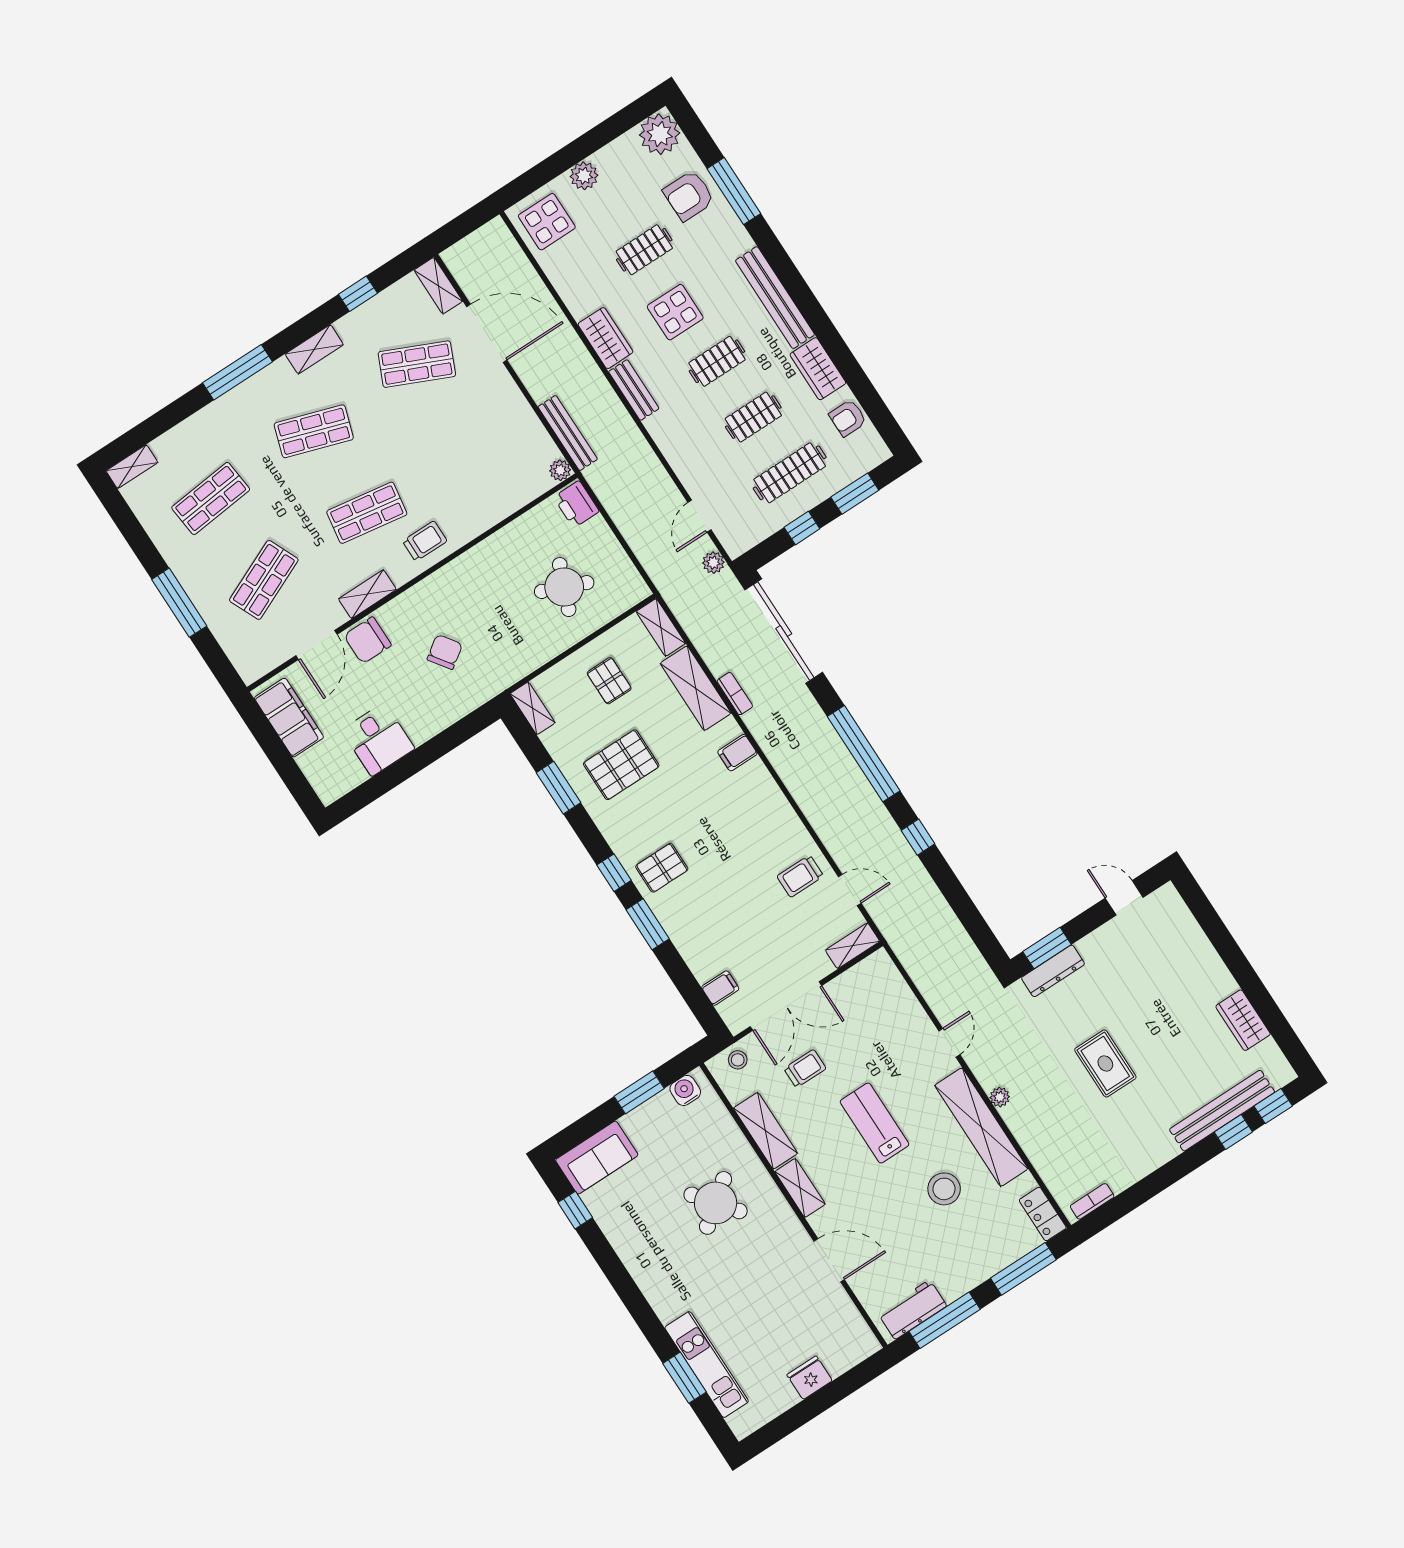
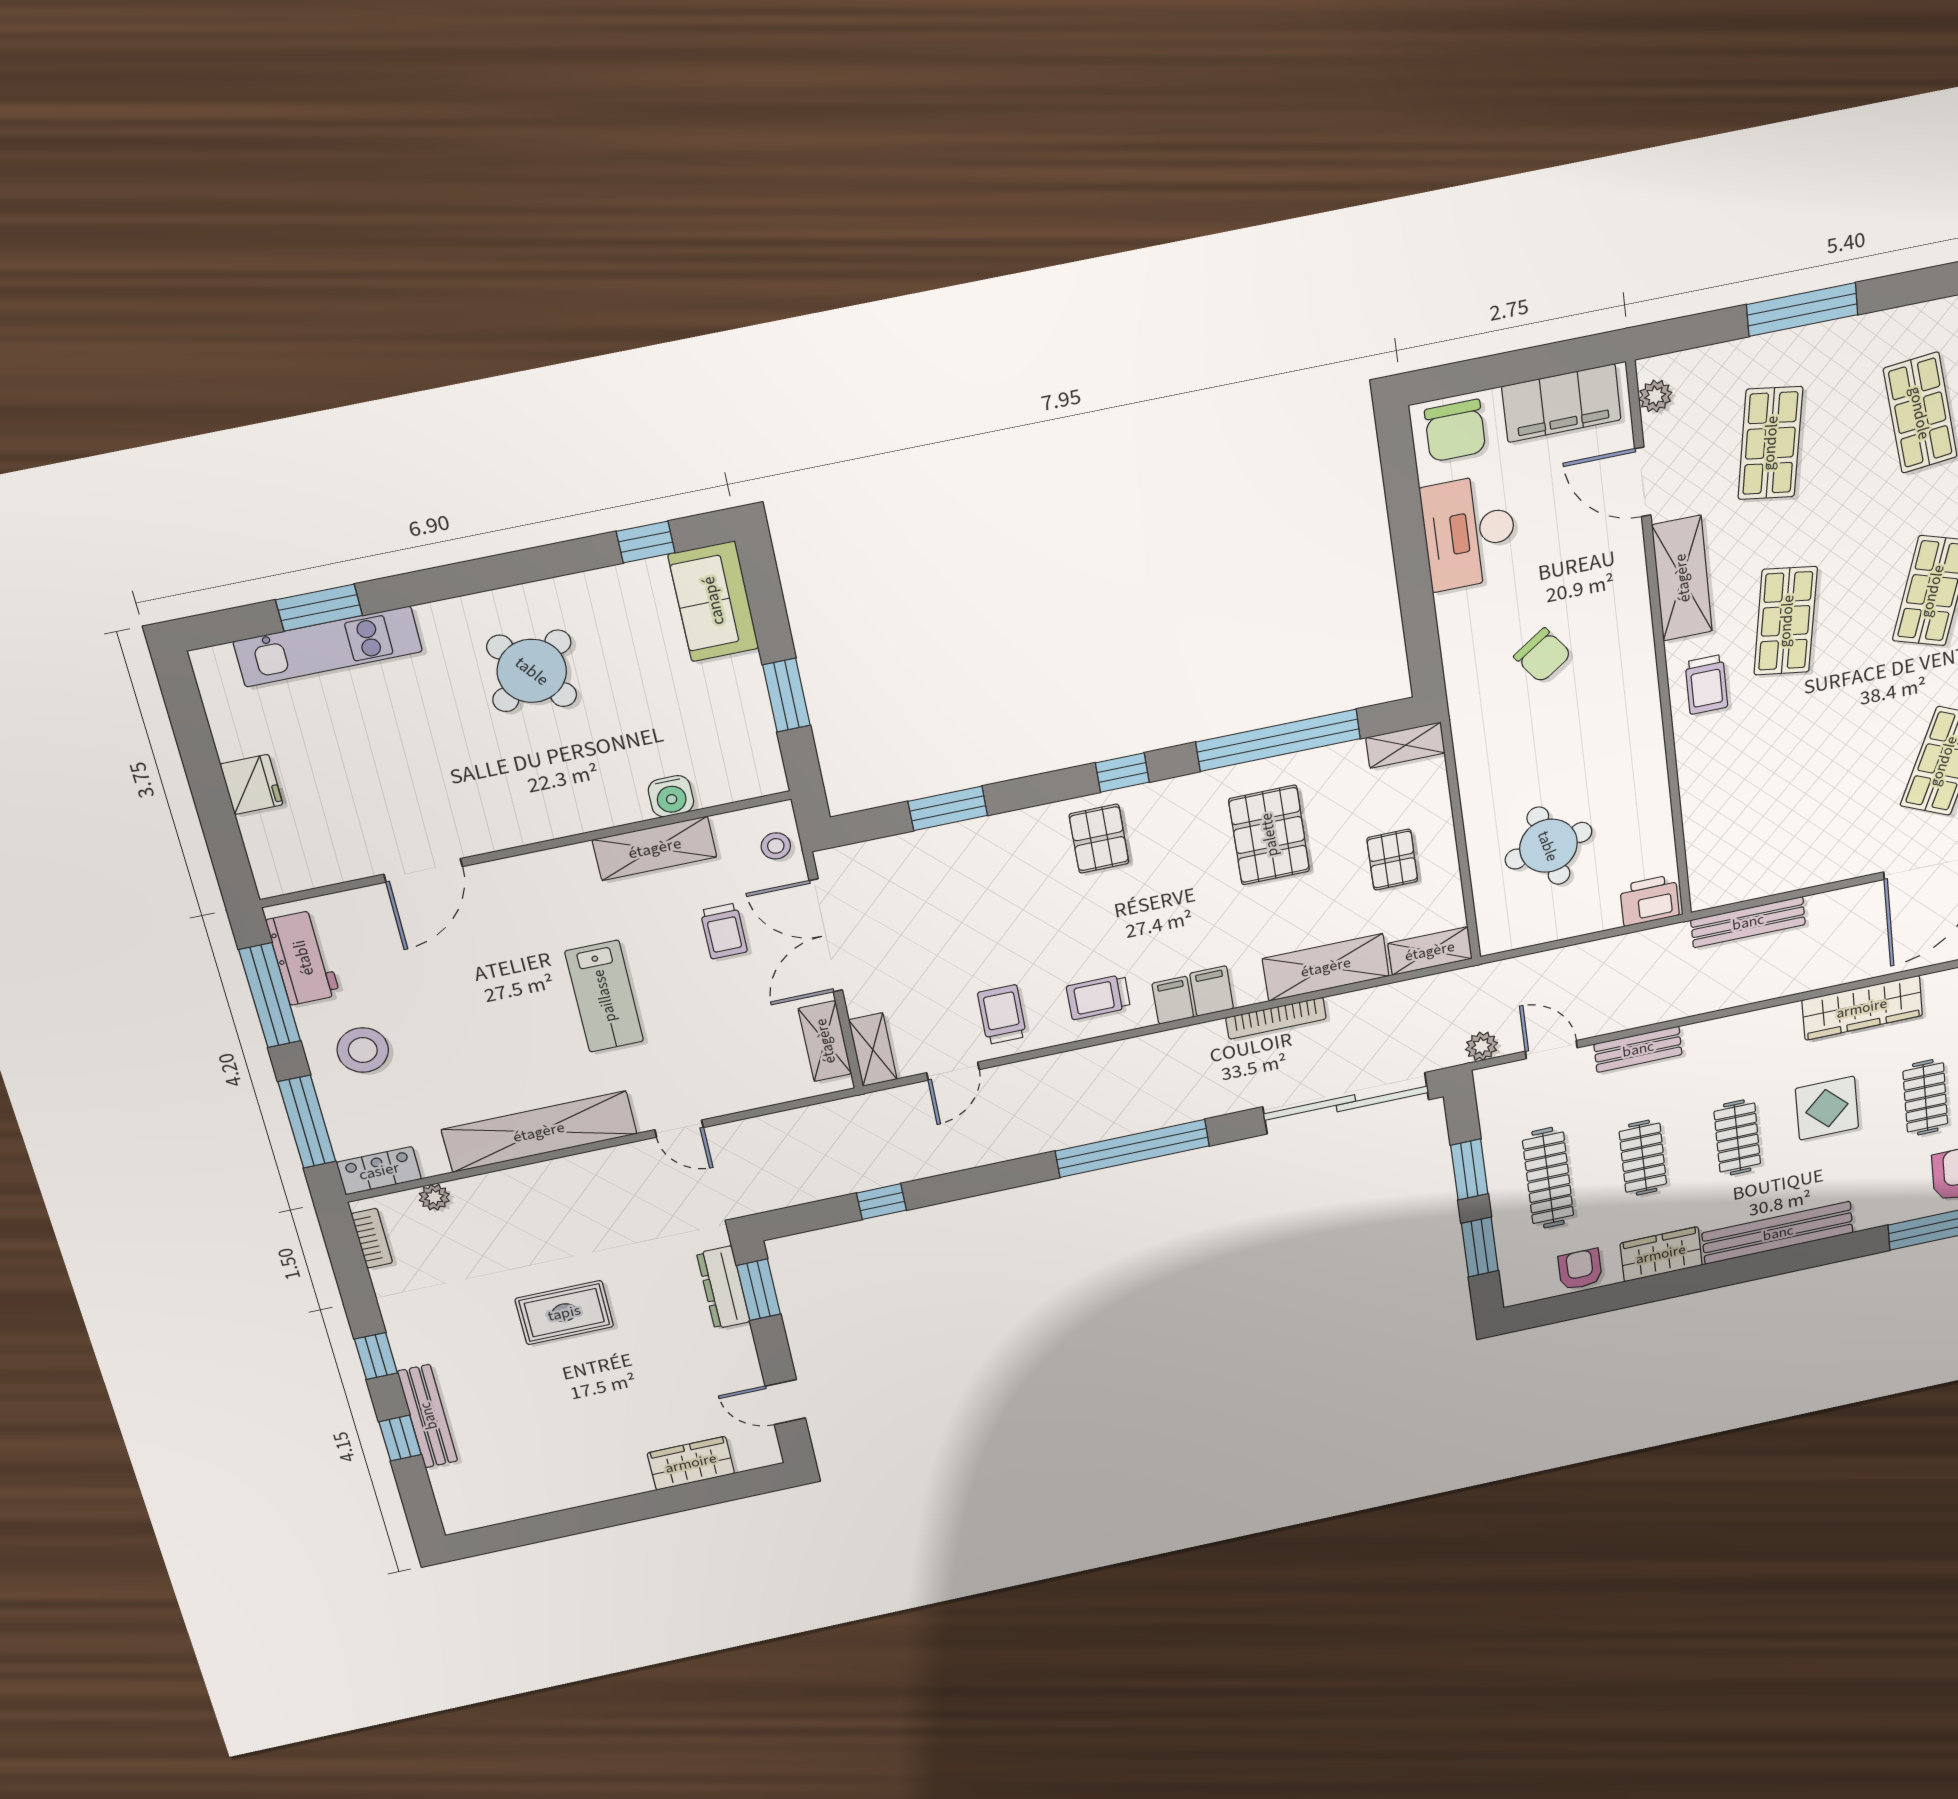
wardrobe: (605, 338) -> (1862, 1008), width x1.50
bench: (634, 390) -> (1638, 1049), moved
plant: (560, 470) -> (1655, 396), moved
window: (802, 528) -> (1469, 1170), width x1.50
shop shelf: (264, 580) -> (1770, 443), turned 33
round table: (564, 587) -> (1548, 846), turned -34
shelving: (367, 594) -> (1682, 578), width x1.50, depth x1.33
chair: (368, 640) -> (1455, 431), moved, turned 180
pallet: (609, 681) -> (1392, 860), turned 90
bookcase: (735, 694) -> (1276, 1018), width x1.56
desk: (378, 739) -> (1469, 532), width x1.37
window: (558, 788) -> (1278, 740), width x2.11
trolley: (767, 822) -> (1098, 997), added
window: (918, 837) -> (881, 1202), moved
door: (1124, 898) -> (785, 1402), swing flipped
window: (648, 924) -> (948, 808), moved
filing cabinet: (720, 988) -> (1173, 1000), moved, turned 180
wardrobe: (1243, 1020) -> (691, 1463), moved
water cooler: (685, 1090) -> (671, 796), moved, turned 90
plant: (1000, 1097) -> (434, 1197), moved
window: (1273, 1106) -> (376, 1356), moved
bench: (1222, 1111) -> (428, 1416), width x0.73, depth x0.82
lab bench: (874, 1123) -> (604, 996), turned 90
shelving: (800, 1188) -> (825, 1041), moved, turned 90
stool: (944, 1189) -> (363, 1050), moved
round table: (716, 1203) -> (532, 671), moved

